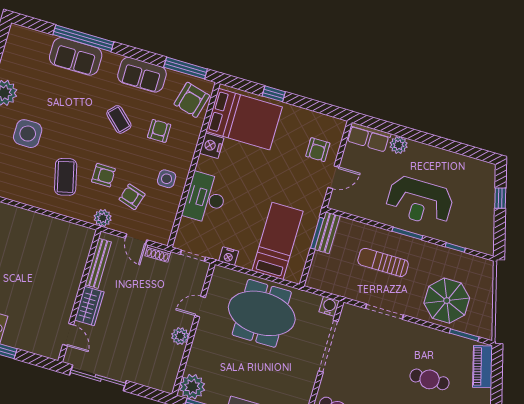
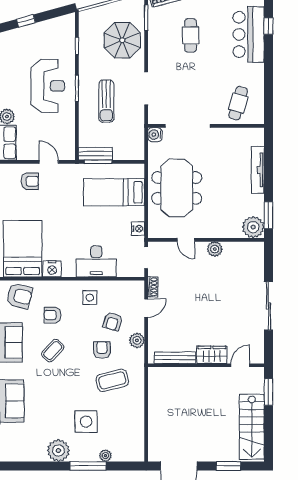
bench: (98, 263) -> (175, 358), moved
wall: (79, 296) -> (206, 365), moved
wardrobe: (89, 306) -> (212, 355), moved
door: (68, 335) -> (240, 365), moved

